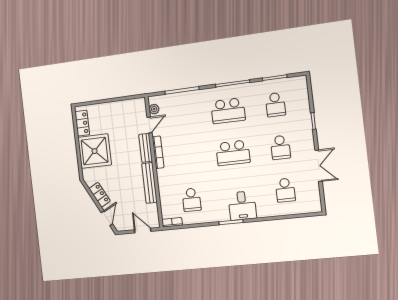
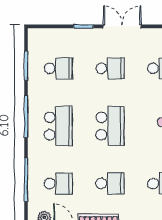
school desk: (182, 117) -> (58, 184), added
school desk: (187, 158) -> (110, 184), added
double door: (319, 166) -> (122, 26), moved

